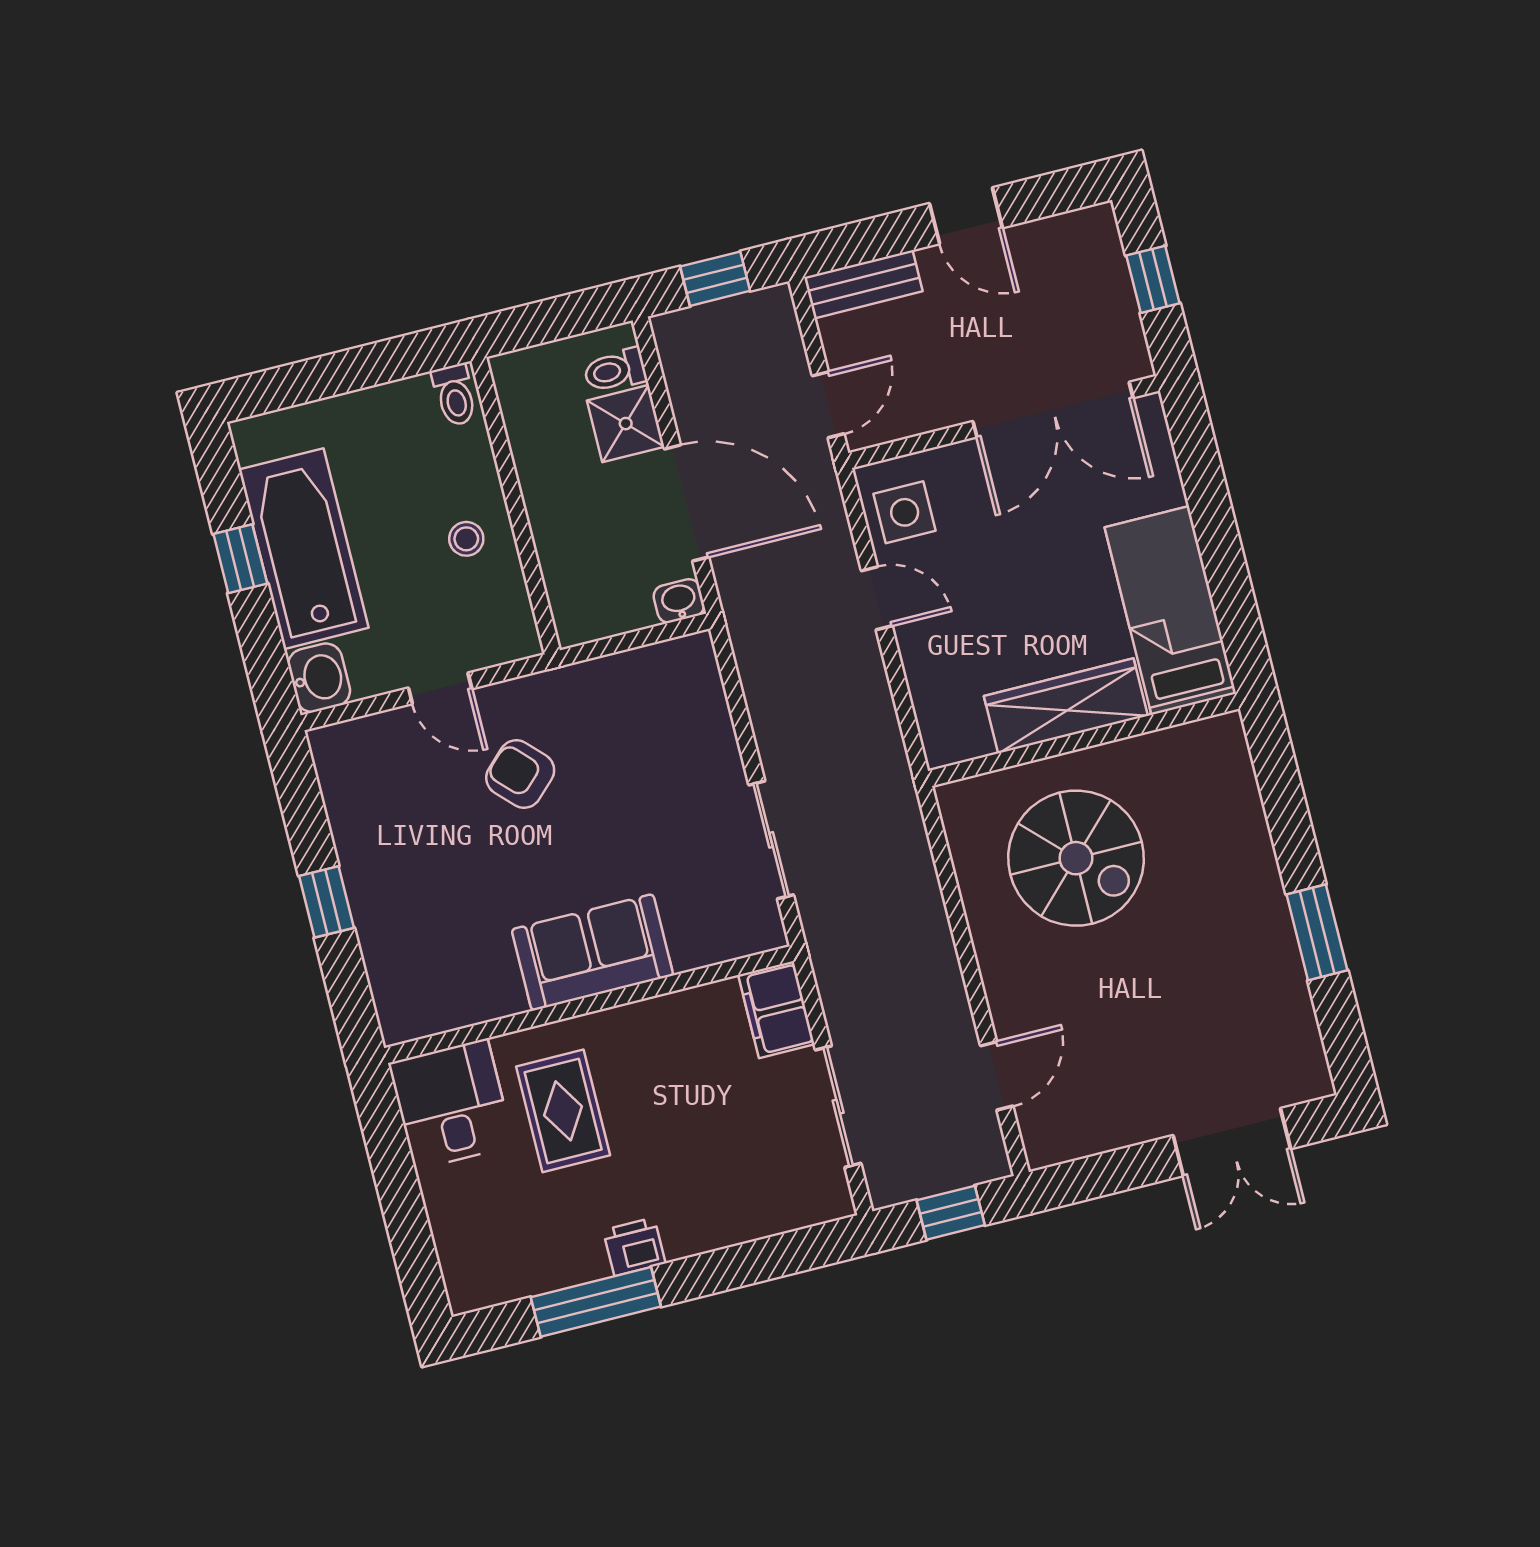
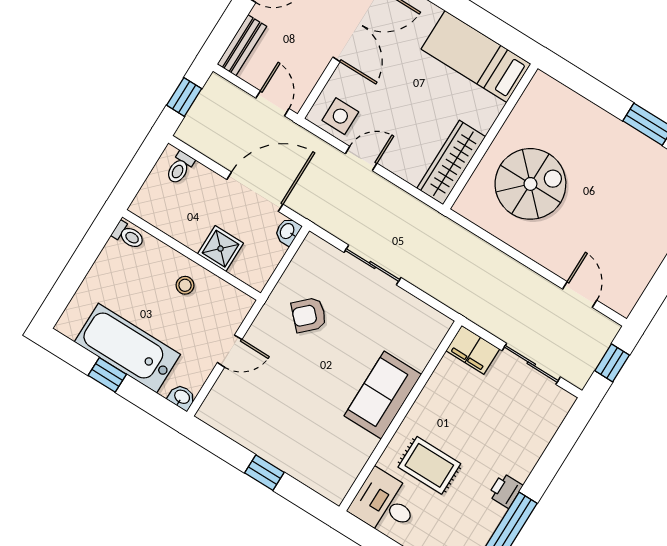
shower: (626, 424) -> (220, 249), moved
washbasin: (319, 678) -> (182, 397), width x0.72, depth x0.69
wardrobe: (1066, 706) -> (451, 163), moved
armchair: (520, 774) -> (309, 315), moved
sliding door: (771, 840) -> (372, 265), moved

